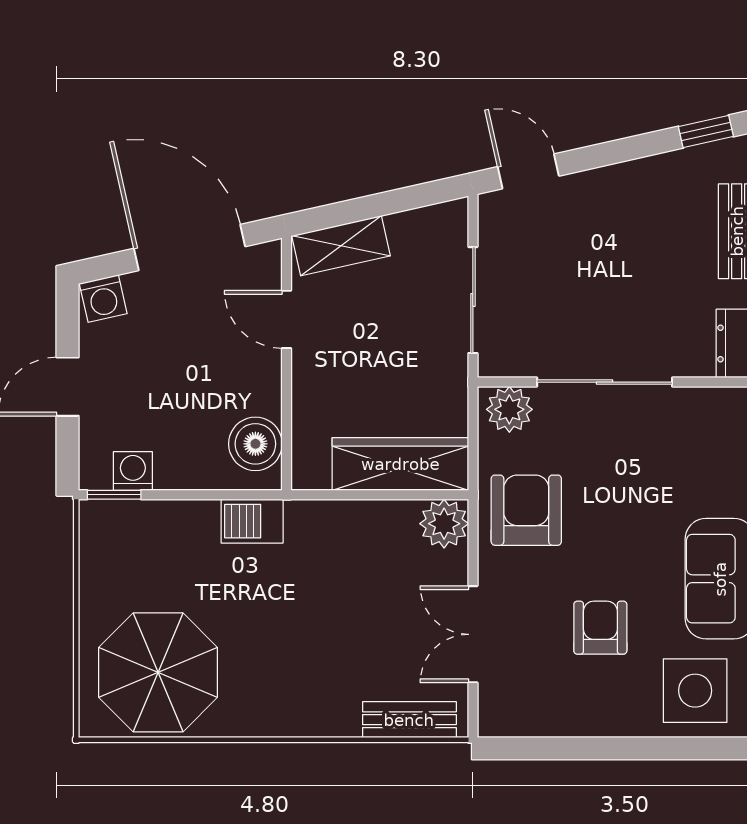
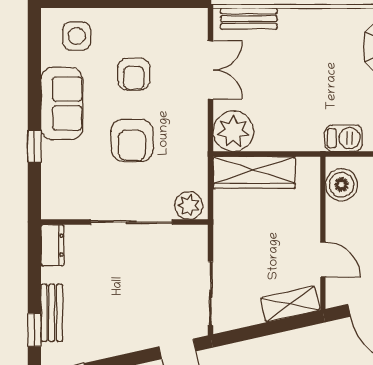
sliding door: (473, 300) -> (211, 294), moved
armchair: (526, 510) -> (132, 140), moved
plant: (444, 524) -> (233, 131), width x1.36, depth x1.36
side table: (695, 691) -> (77, 36), width x0.73, depth x0.73

